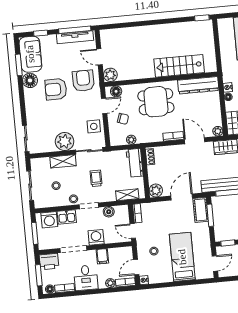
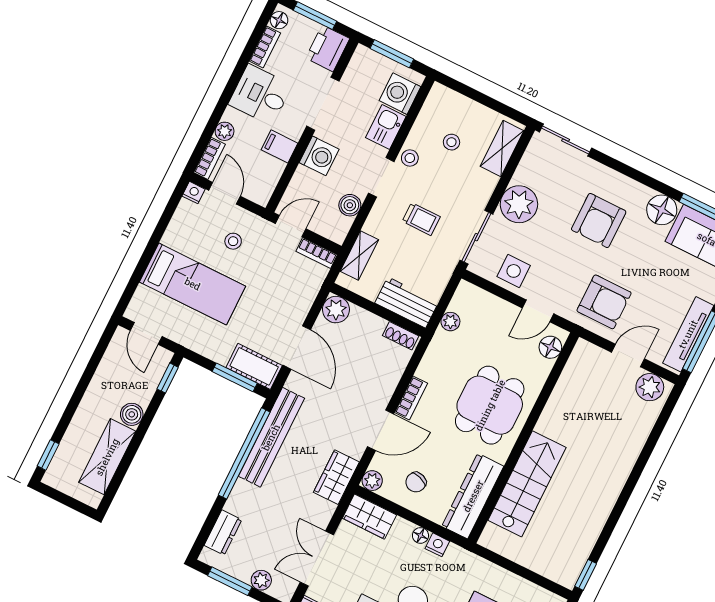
plant: (110, 75) -> (650, 387), moved
armchair: (56, 89) -> (599, 220), moved, turned 180
door: (104, 106) -> (538, 311), hinge flipped
chair: (123, 119) -> (416, 482), moved
shelving: (63, 161) -> (502, 148), moved
sliding door: (30, 186) -> (479, 97), removed

